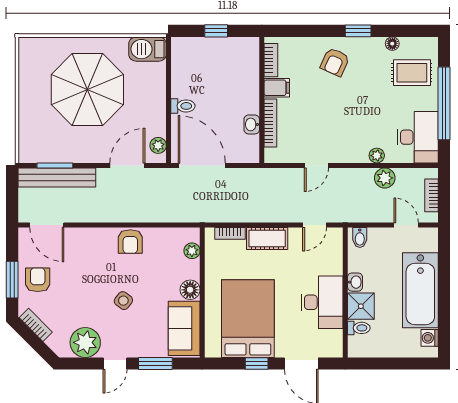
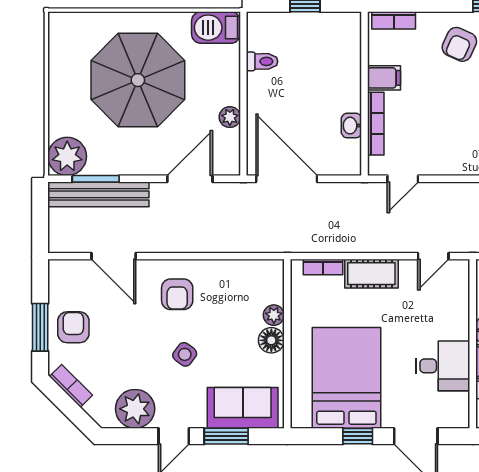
bookcase: (271, 60) -> (394, 20), moved, turned 90
toilet: (183, 106) -> (262, 61), moved
plant: (158, 145) -> (230, 117), moved
plant: (33, 148) -> (67, 156), added
door: (316, 165) -> (403, 179), moved
door: (47, 225) -> (114, 256), moved
armchair: (130, 242) -> (177, 294), moved
plant: (192, 251) -> (274, 315), moved
desk: (322, 302) -> (443, 366), width x0.73
sofa: (184, 328) -> (243, 408), moved, turned 90

